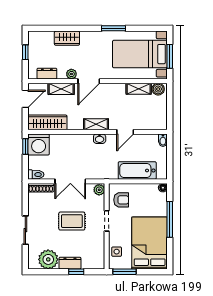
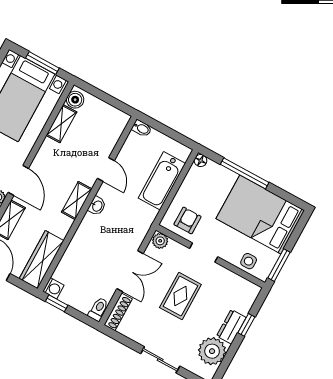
washing machine: (39, 144) -> (53, 288), width x0.53, depth x0.53

